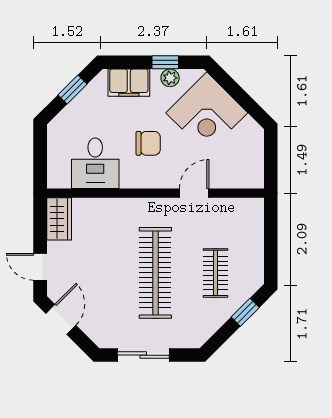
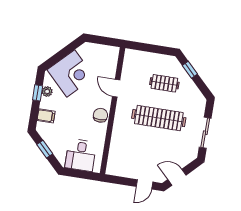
filing cabinet: (129, 83) -> (46, 116), width x0.50
chair: (148, 143) -> (100, 115), moved
desk: (95, 163) -> (81, 155), moved, turned 90
wardrobe: (59, 219) -> (118, 169), removed

